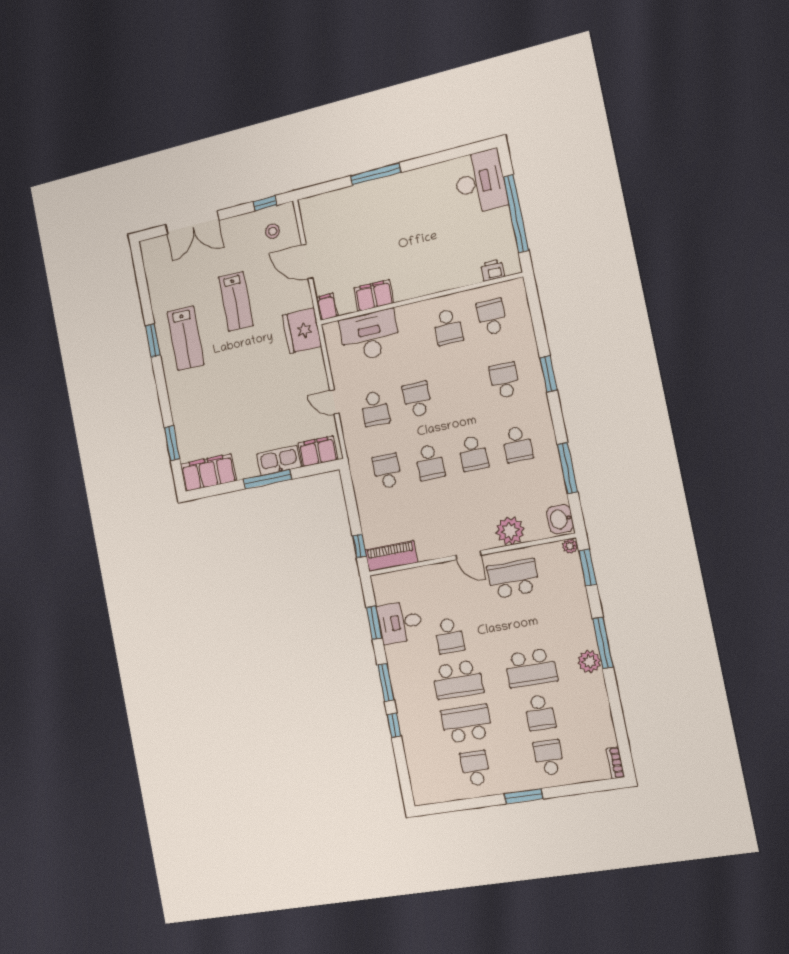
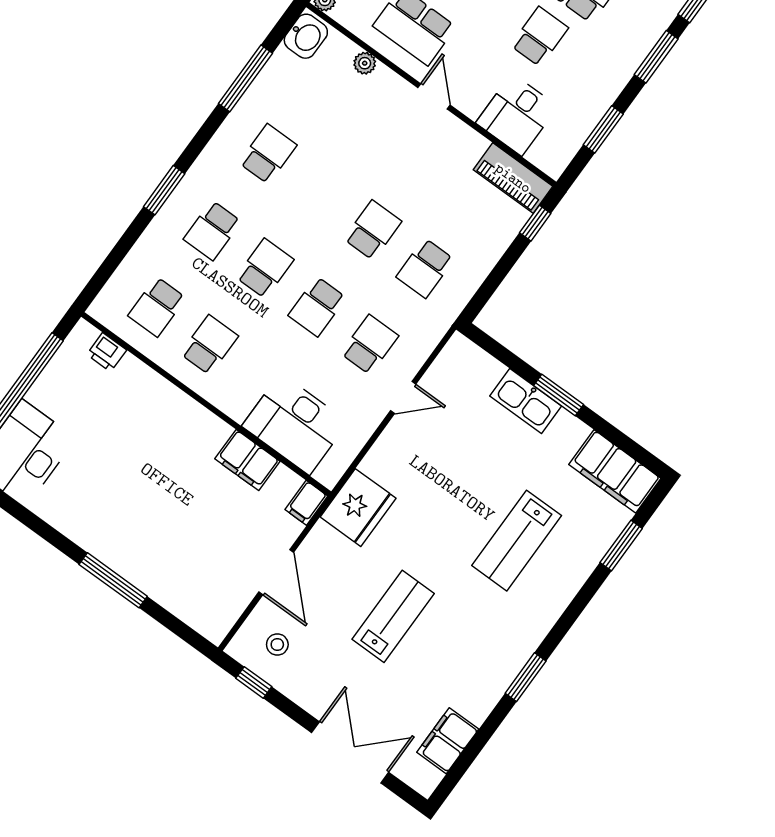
lab bench: (186, 338) -> (517, 541), moved, turned 180
door: (334, 402) -> (403, 397), hinge flipped
filing cabinet: (318, 451) -> (448, 741), moved, turned 90
school desk: (473, 453) -> (265, 268), moved
window: (267, 479) -> (559, 395), width x0.69
plant: (510, 531) -> (365, 63), width x0.53, depth x0.53
desk: (400, 622) -> (517, 115), moved, turned 90

